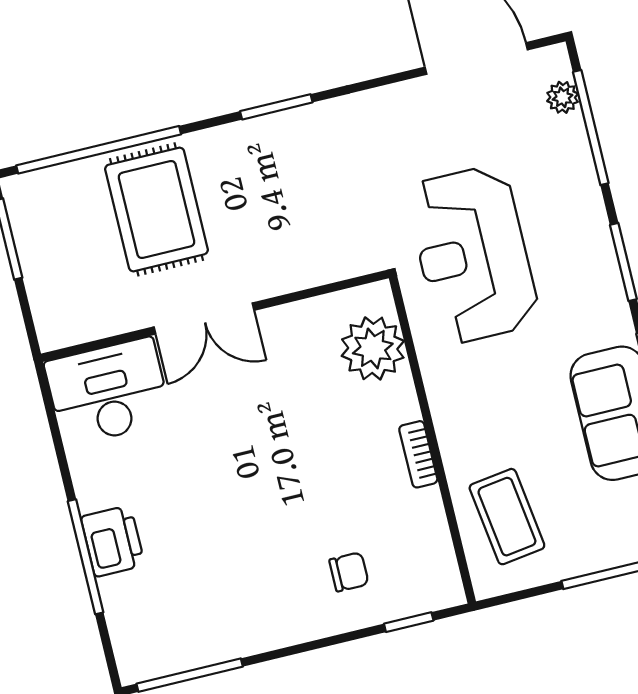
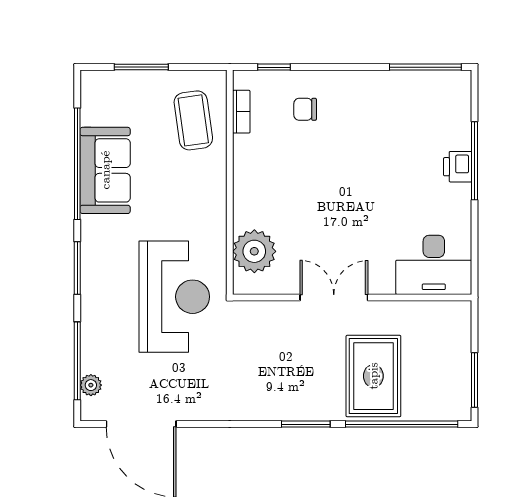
window: (276, 107) -> (306, 424), moved
double door: (204, 319) -> (334, 297), moved
bookcase: (418, 454) -> (241, 112), moved
printer: (113, 541) -> (458, 167), width x0.73, depth x0.81

